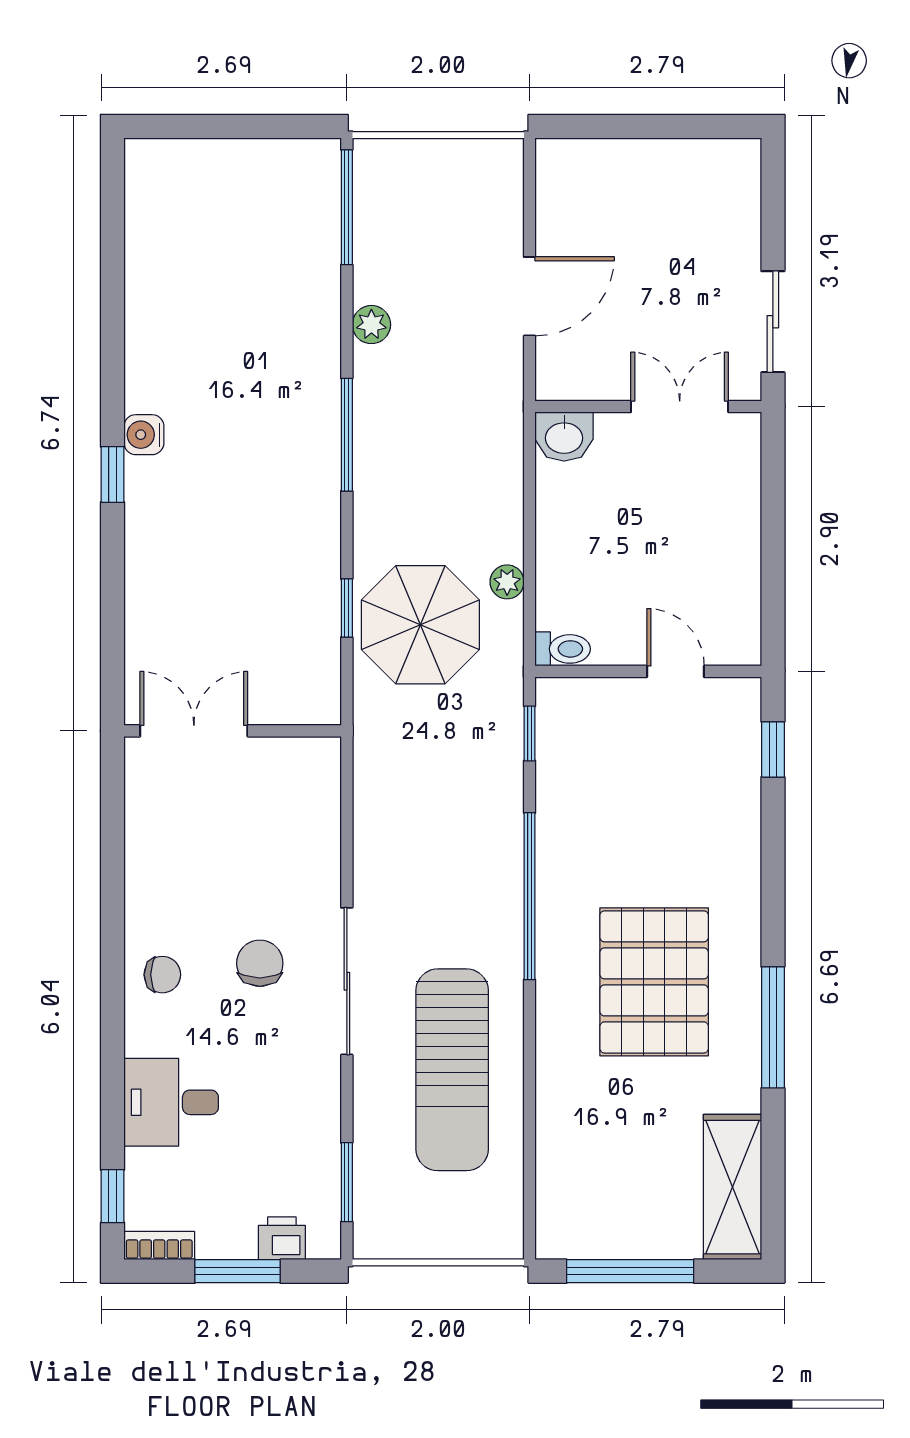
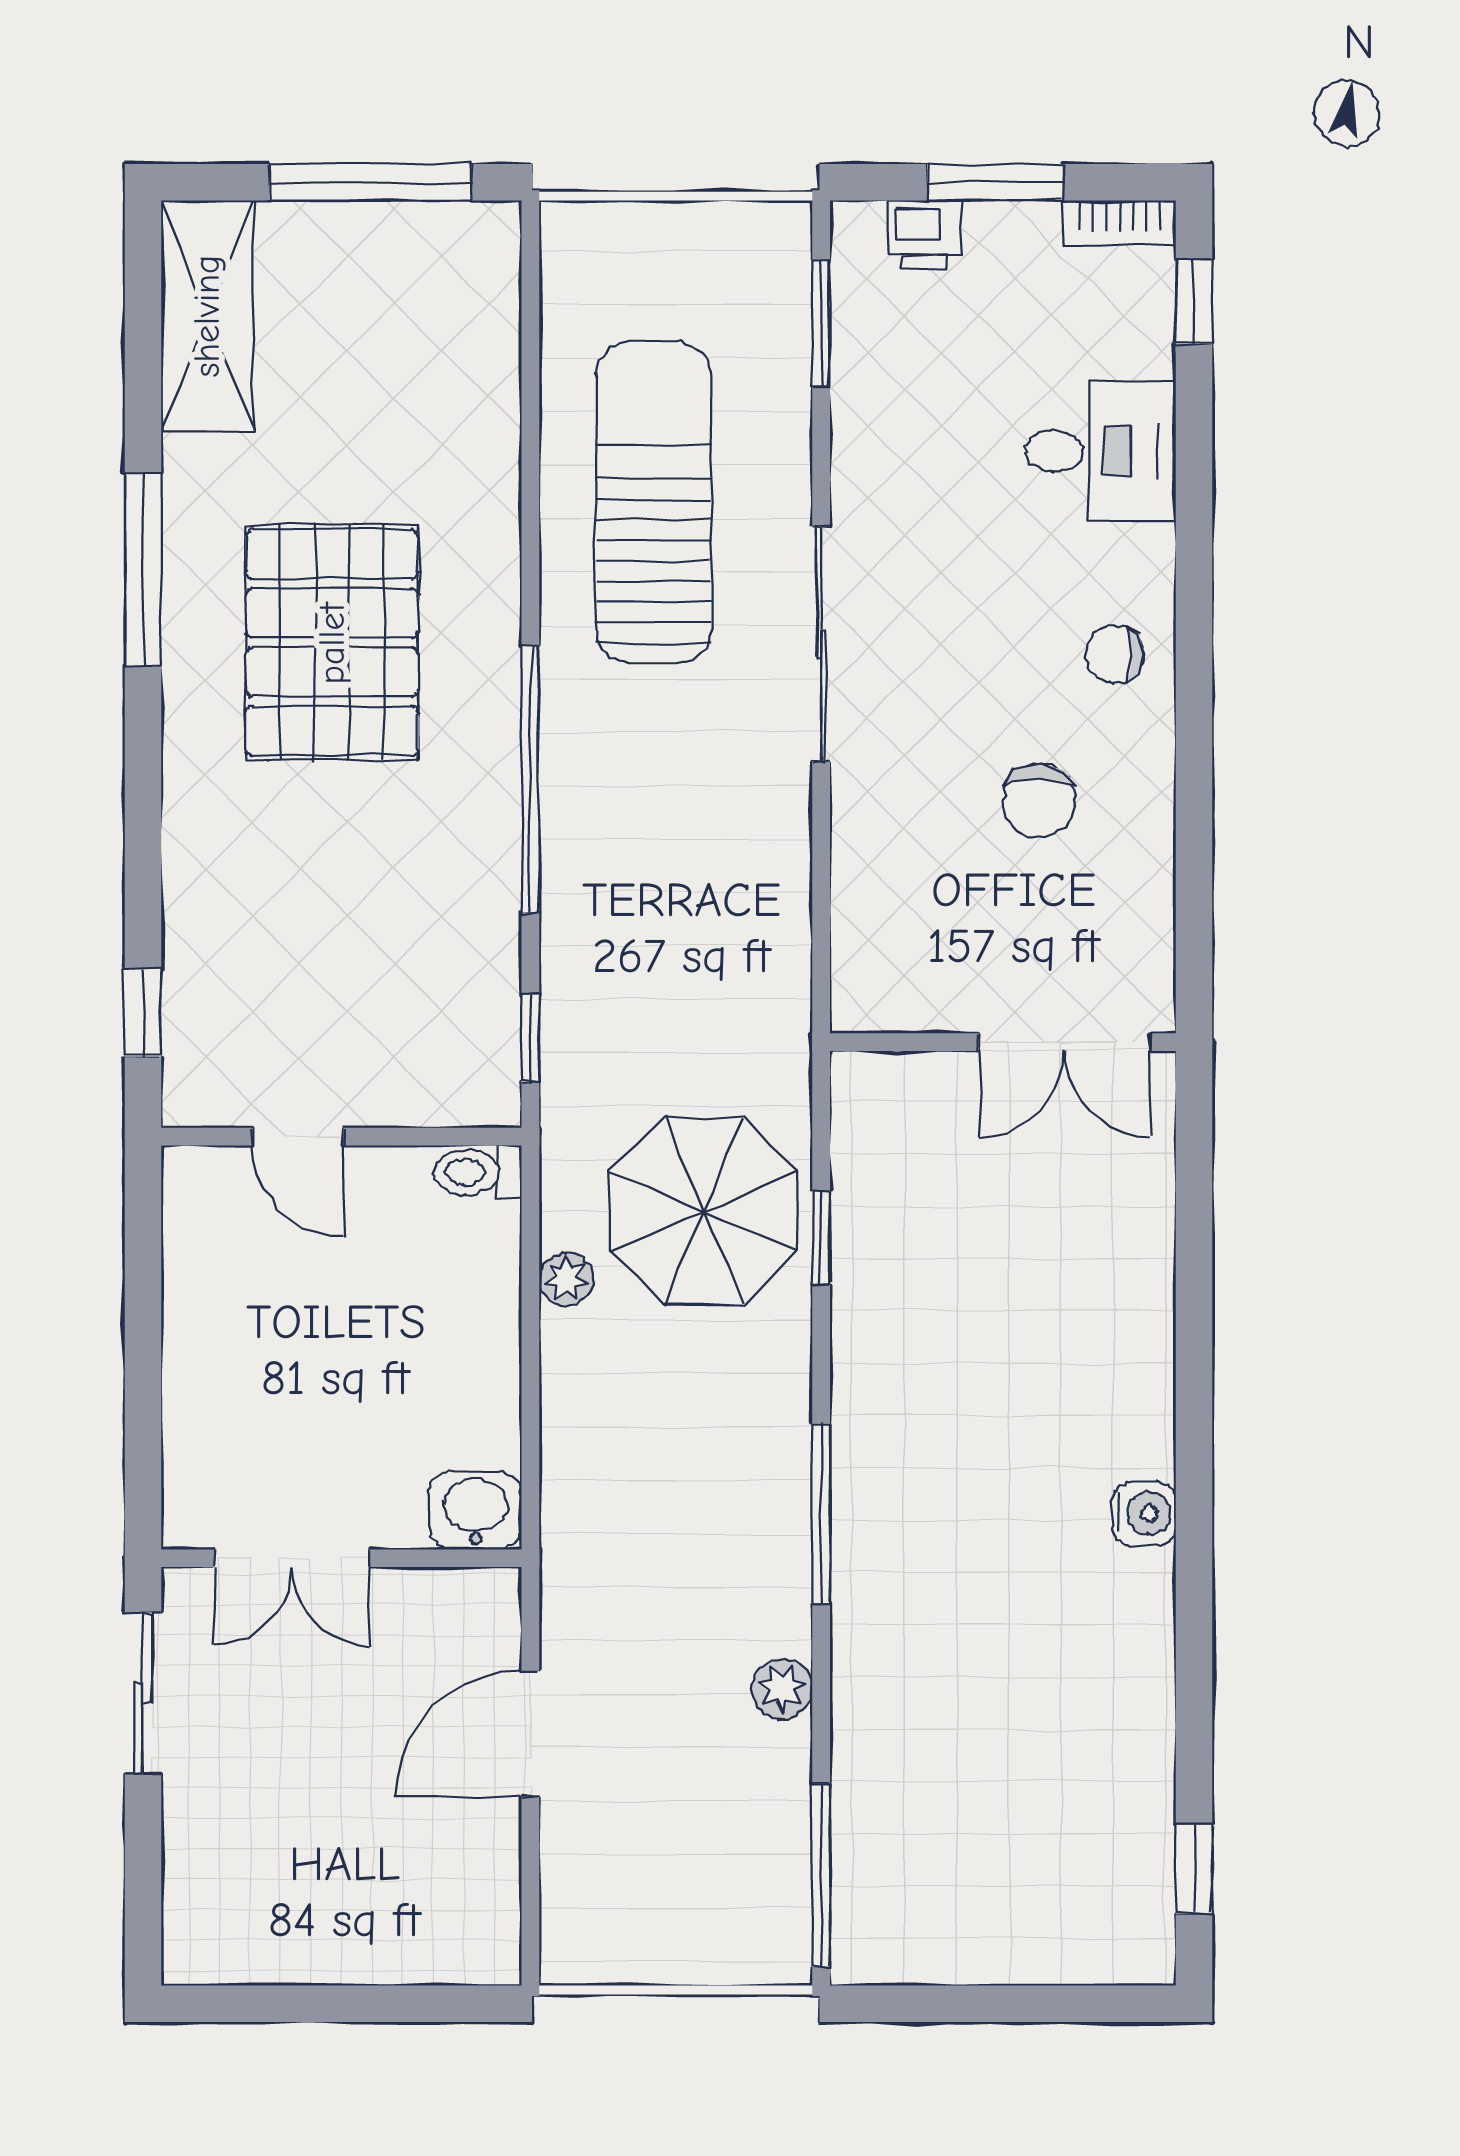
window: (112, 475) -> (1194, 1869), moved
chair: (260, 963) -> (1039, 801), moved

